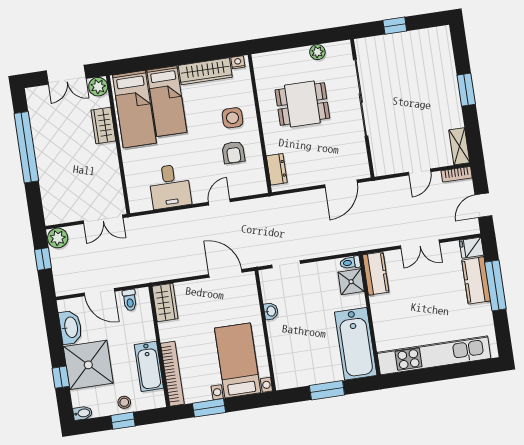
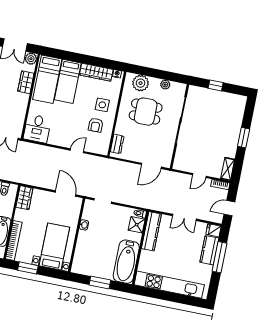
plant: (279, 63) -> (141, 83), added
desk: (170, 186) -> (37, 129), moved
kitchen counter: (376, 273) -> (151, 231), width x1.50

